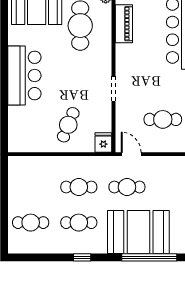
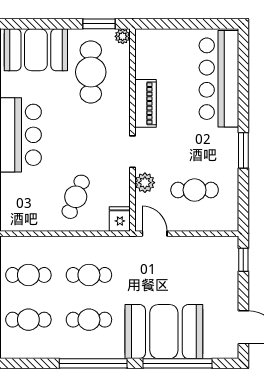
piano: (124, 24) -> (146, 103), moved
plant: (123, 114) -> (145, 183), added
cafe table: (127, 187) -> (28, 275), moved
window: (82, 257) -> (93, 363), width x3.17

